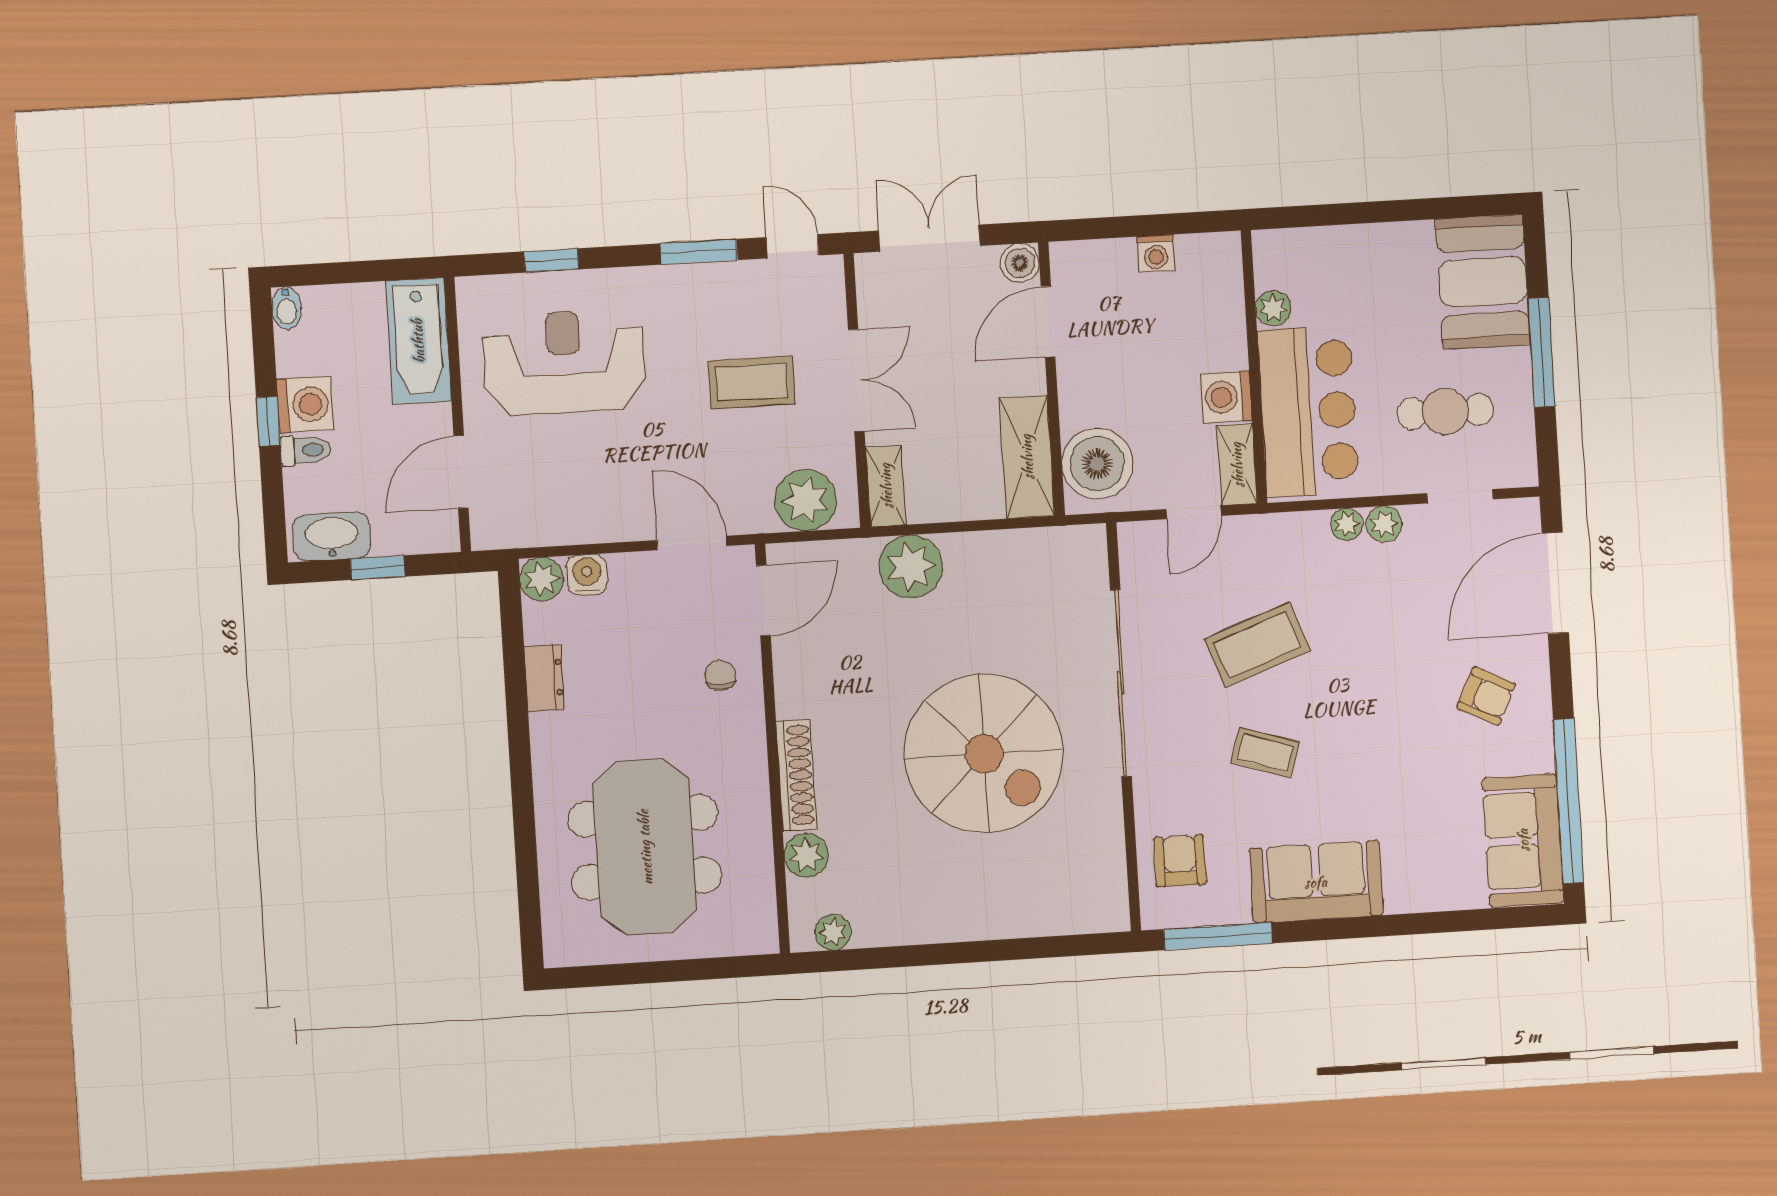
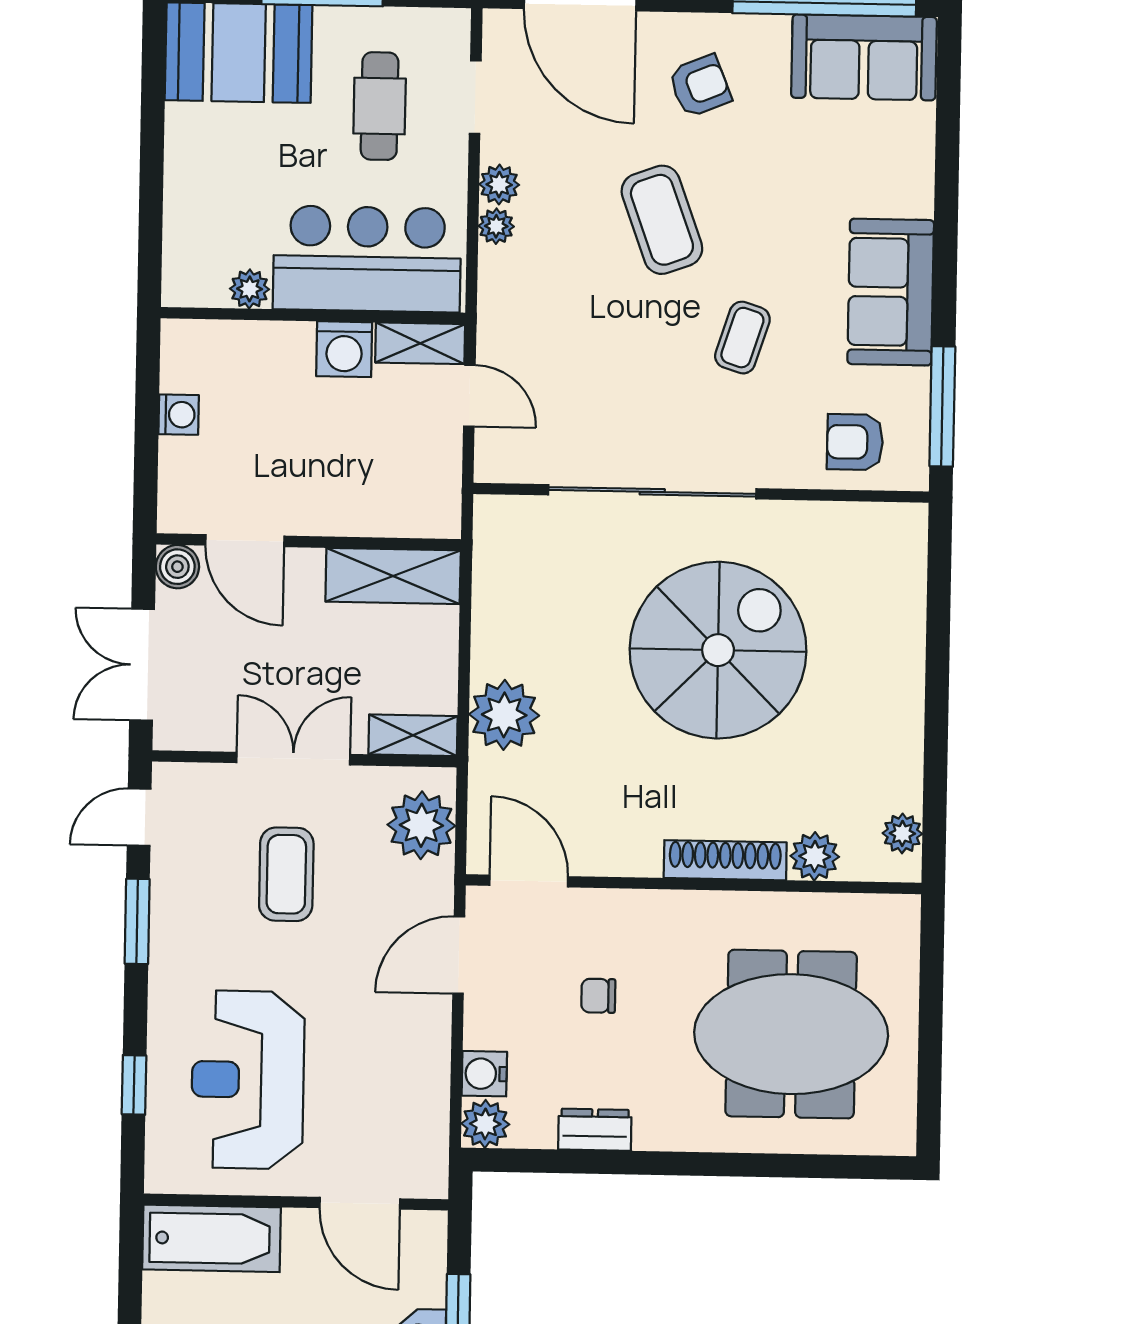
boiler: (1097, 464) -> (407, 499), removed
coffee table: (1257, 645) -> (662, 220), moved
chair: (720, 675) -> (598, 996), moved
armchair: (1486, 696) -> (700, 86), turned 42

